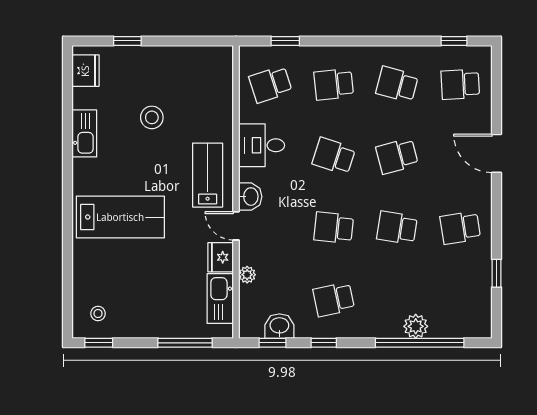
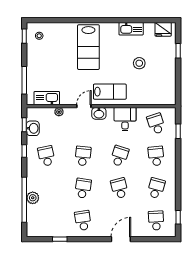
fridge: (221, 257) -> (68, 98), removed

